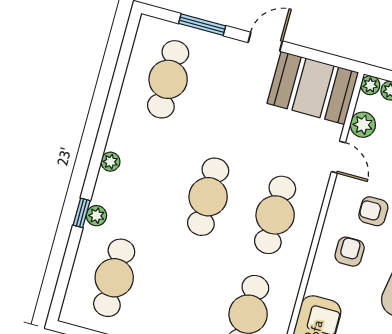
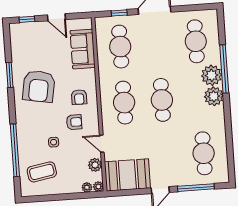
window: (202, 25) -> (196, 188), width x1.44
plant: (110, 162) -> (214, 96), width x1.87, depth x1.87
window: (82, 213) -> (224, 69), width x3.17
plant: (96, 216) -> (212, 75), width x1.87, depth x1.87

